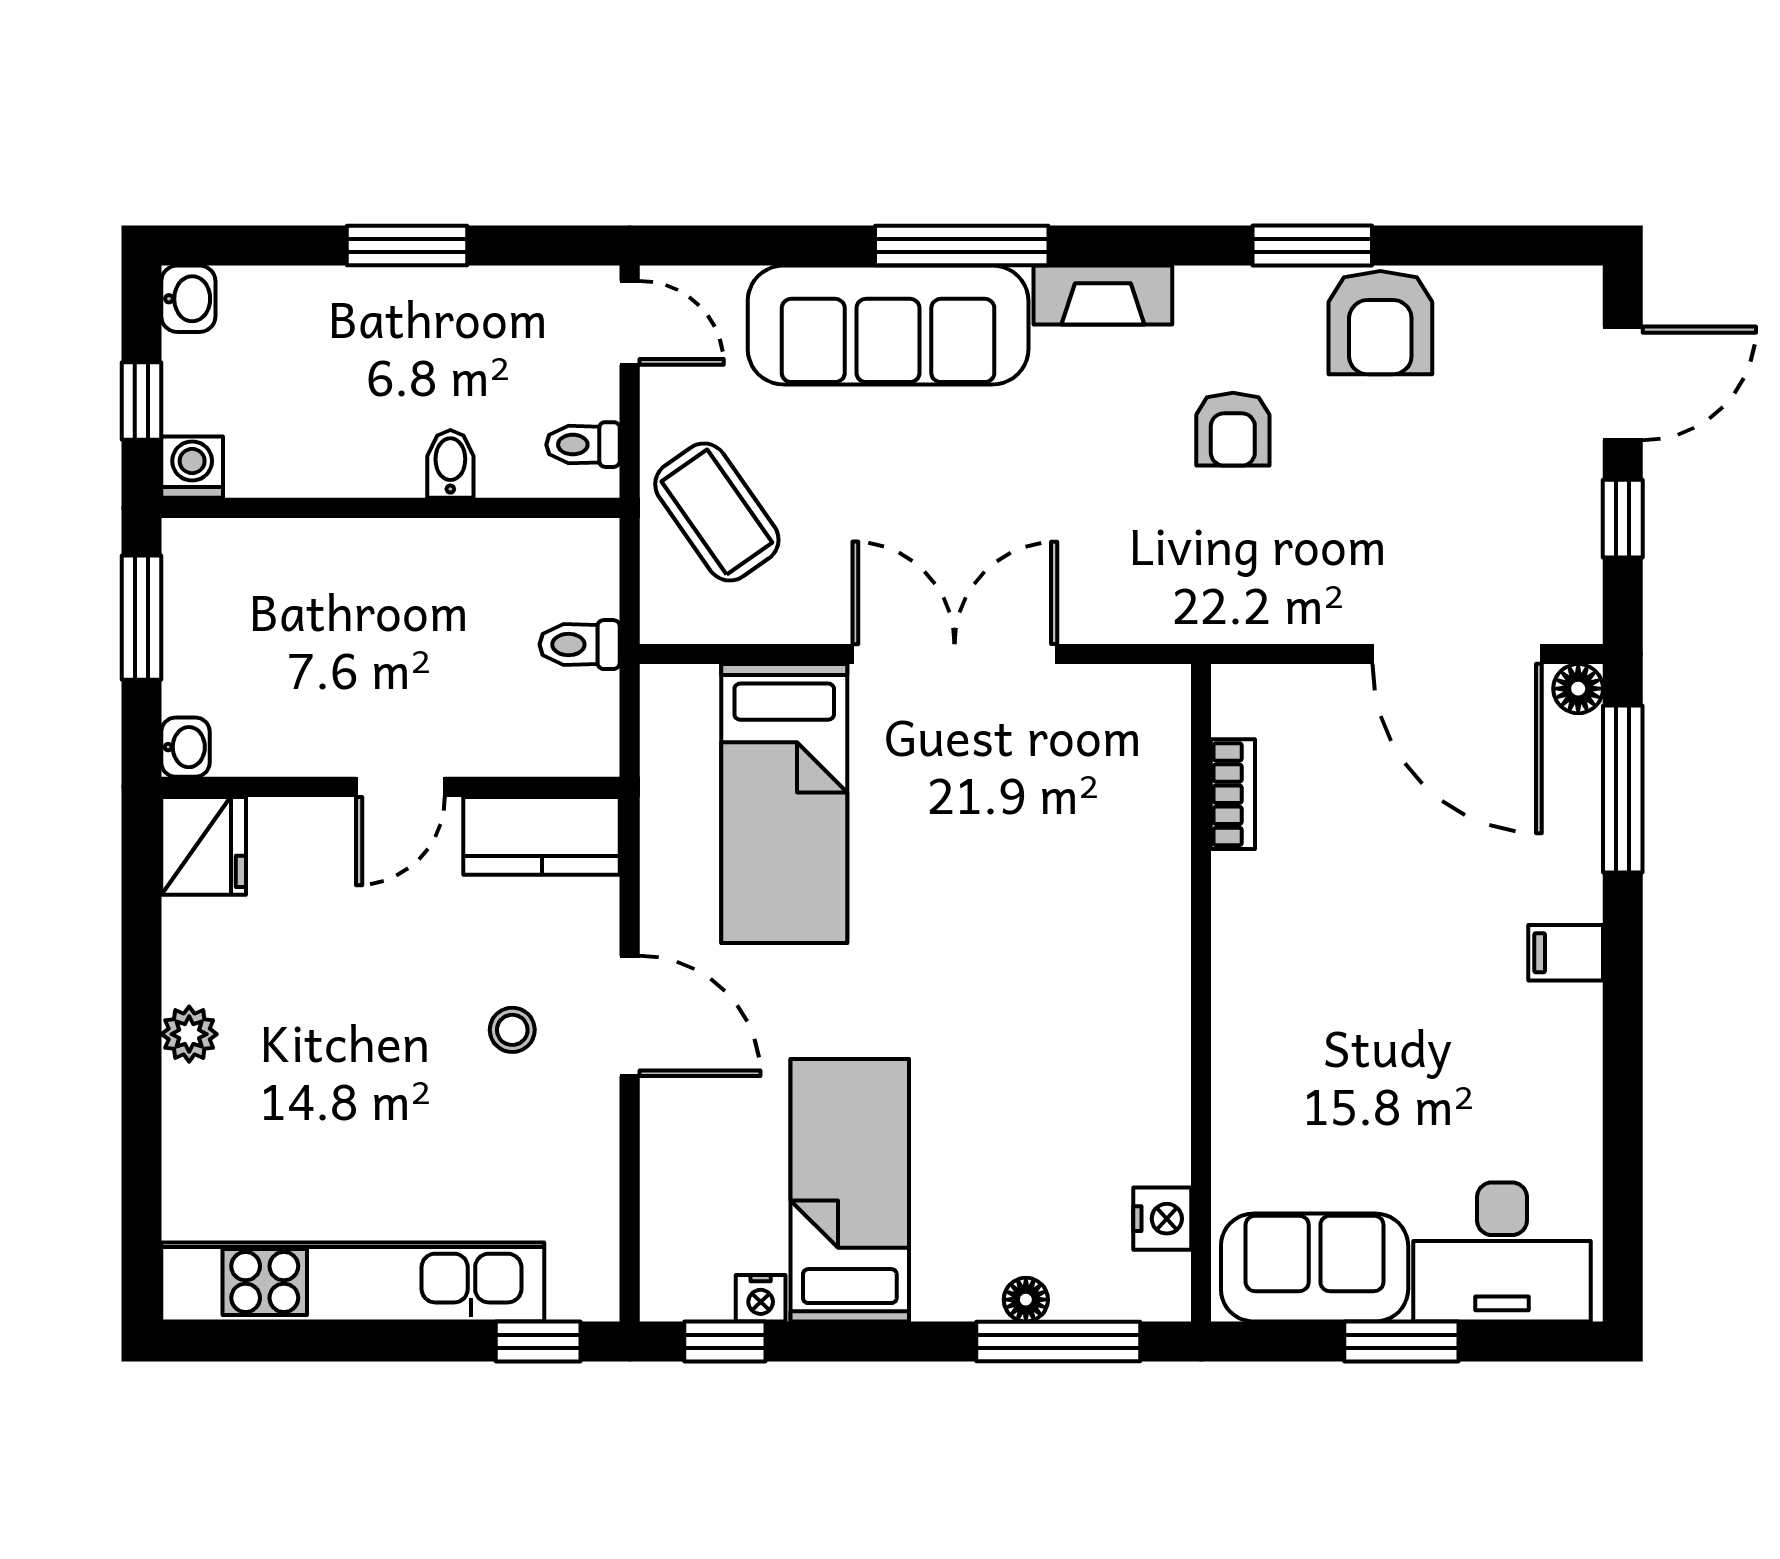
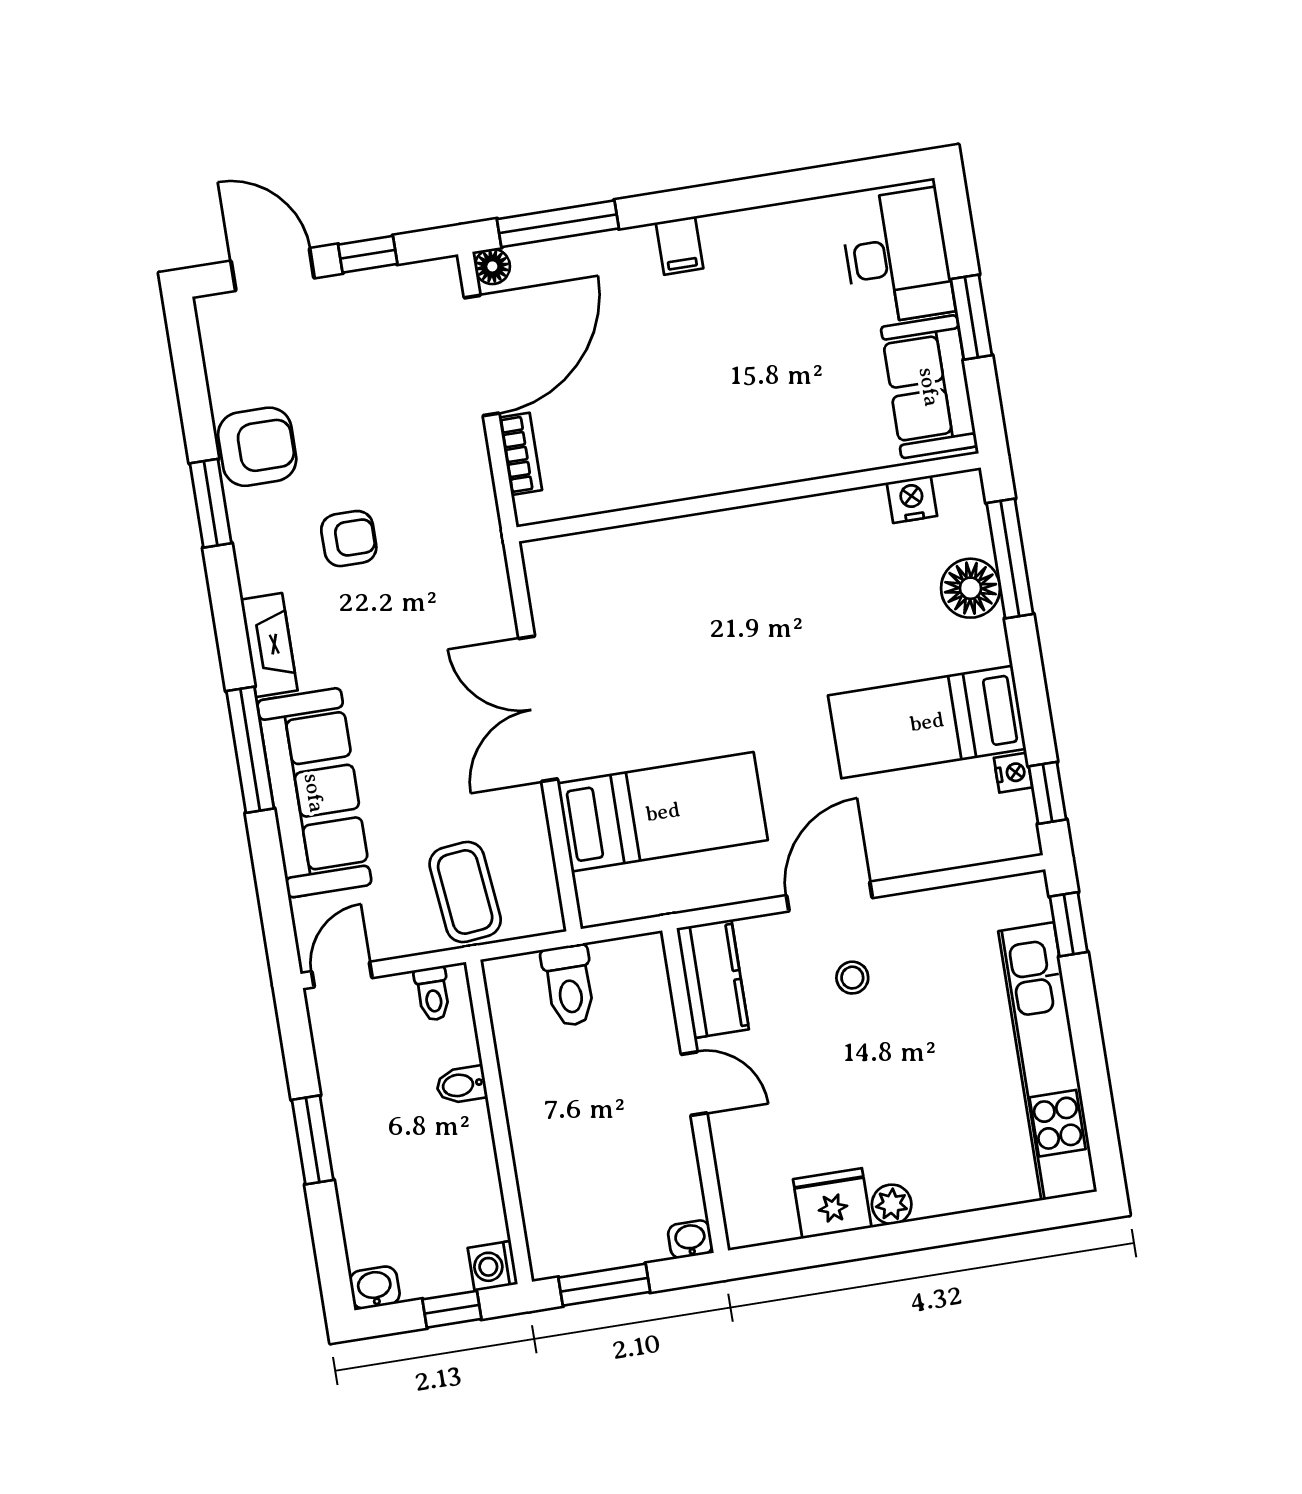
coffee table: (717, 512) -> (465, 892), turned -61
toilet: (580, 645) -> (569, 985), width x1.37, depth x1.39
bookcase: (1233, 794) -> (520, 454), moved, turned 90
fridge: (204, 846) -> (832, 1203), moved
floor lamp: (1026, 1300) -> (970, 588), width x1.89, depth x1.89

